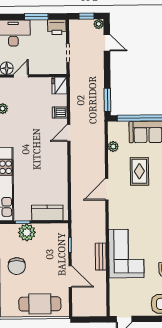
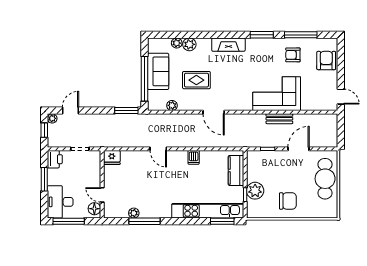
dishwasher: (60, 113) -> (194, 157), moved

